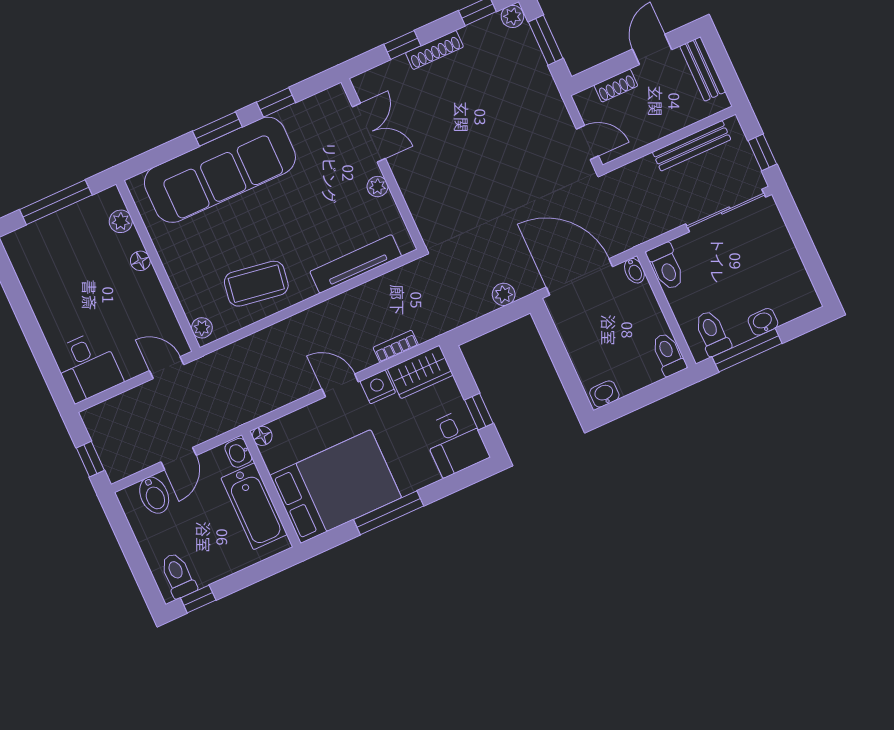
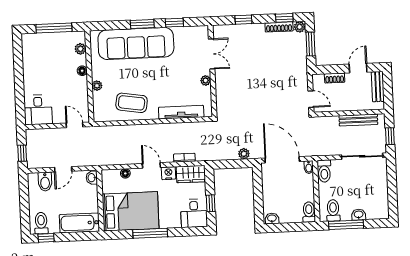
shoe rack: (434, 50) -> (279, 27), moved
plant: (202, 328) -> (97, 86), moved
floor lamp: (262, 436) -> (125, 173), moved
bathtub: (254, 506) -> (79, 223), moved, turned 90

